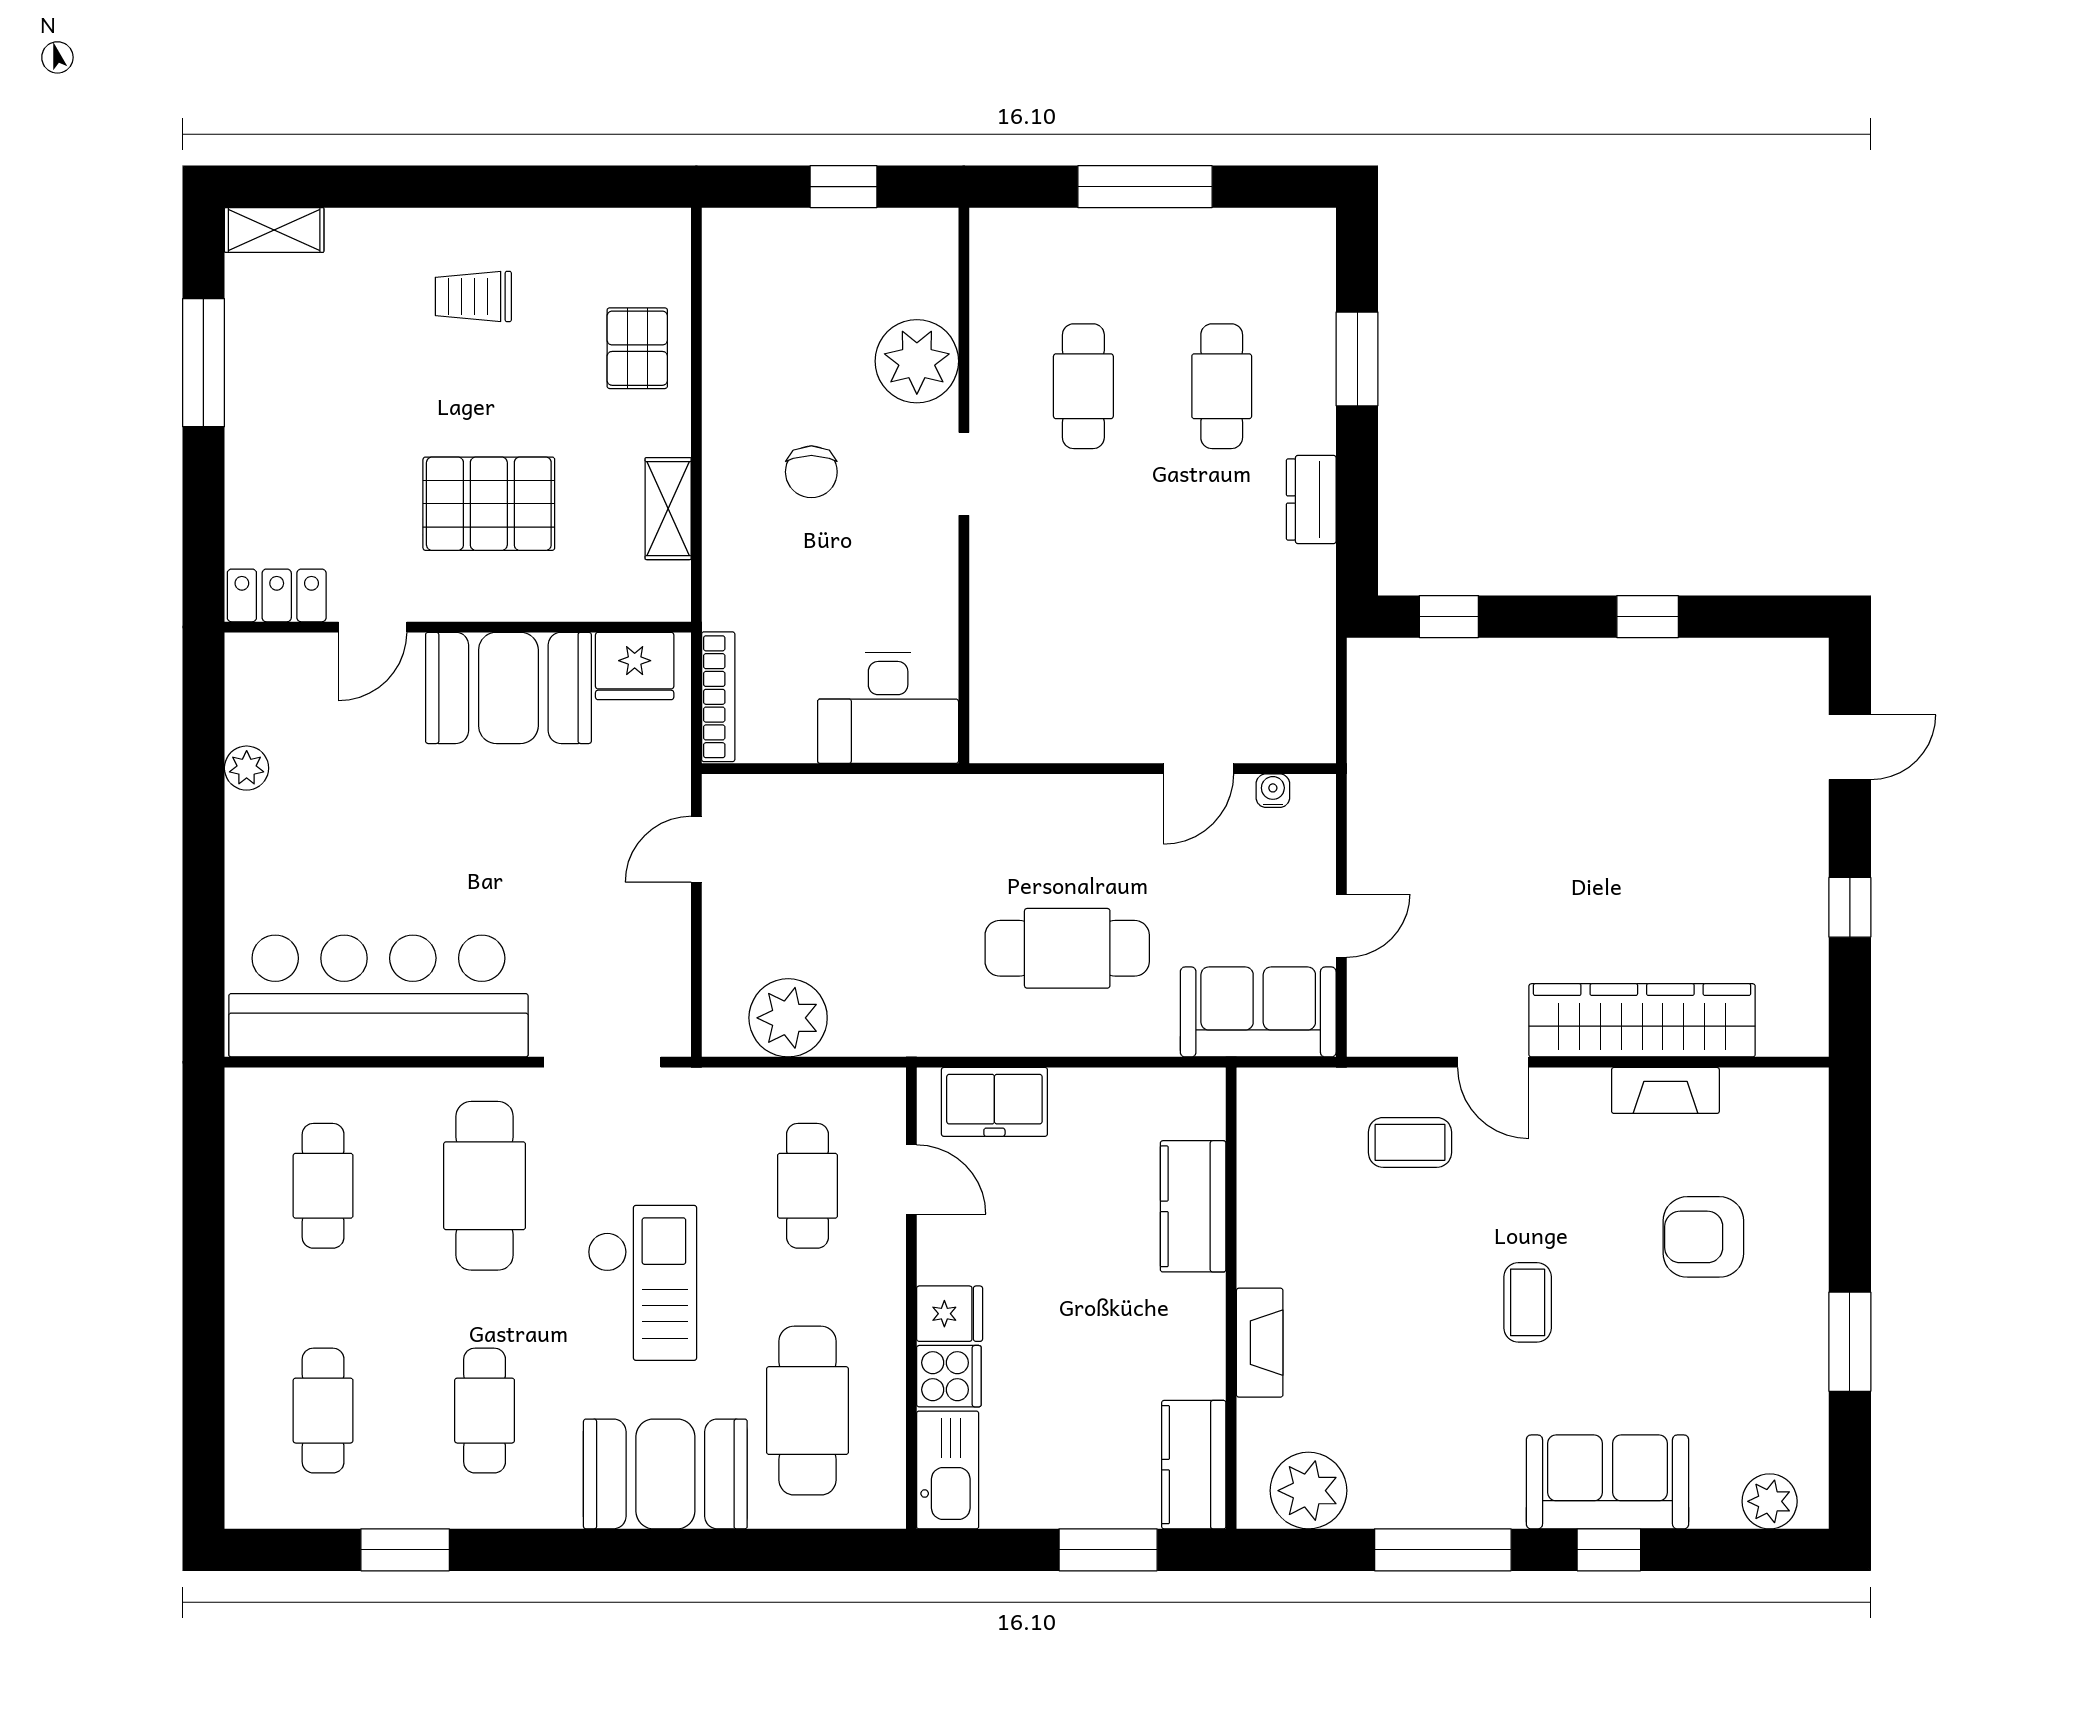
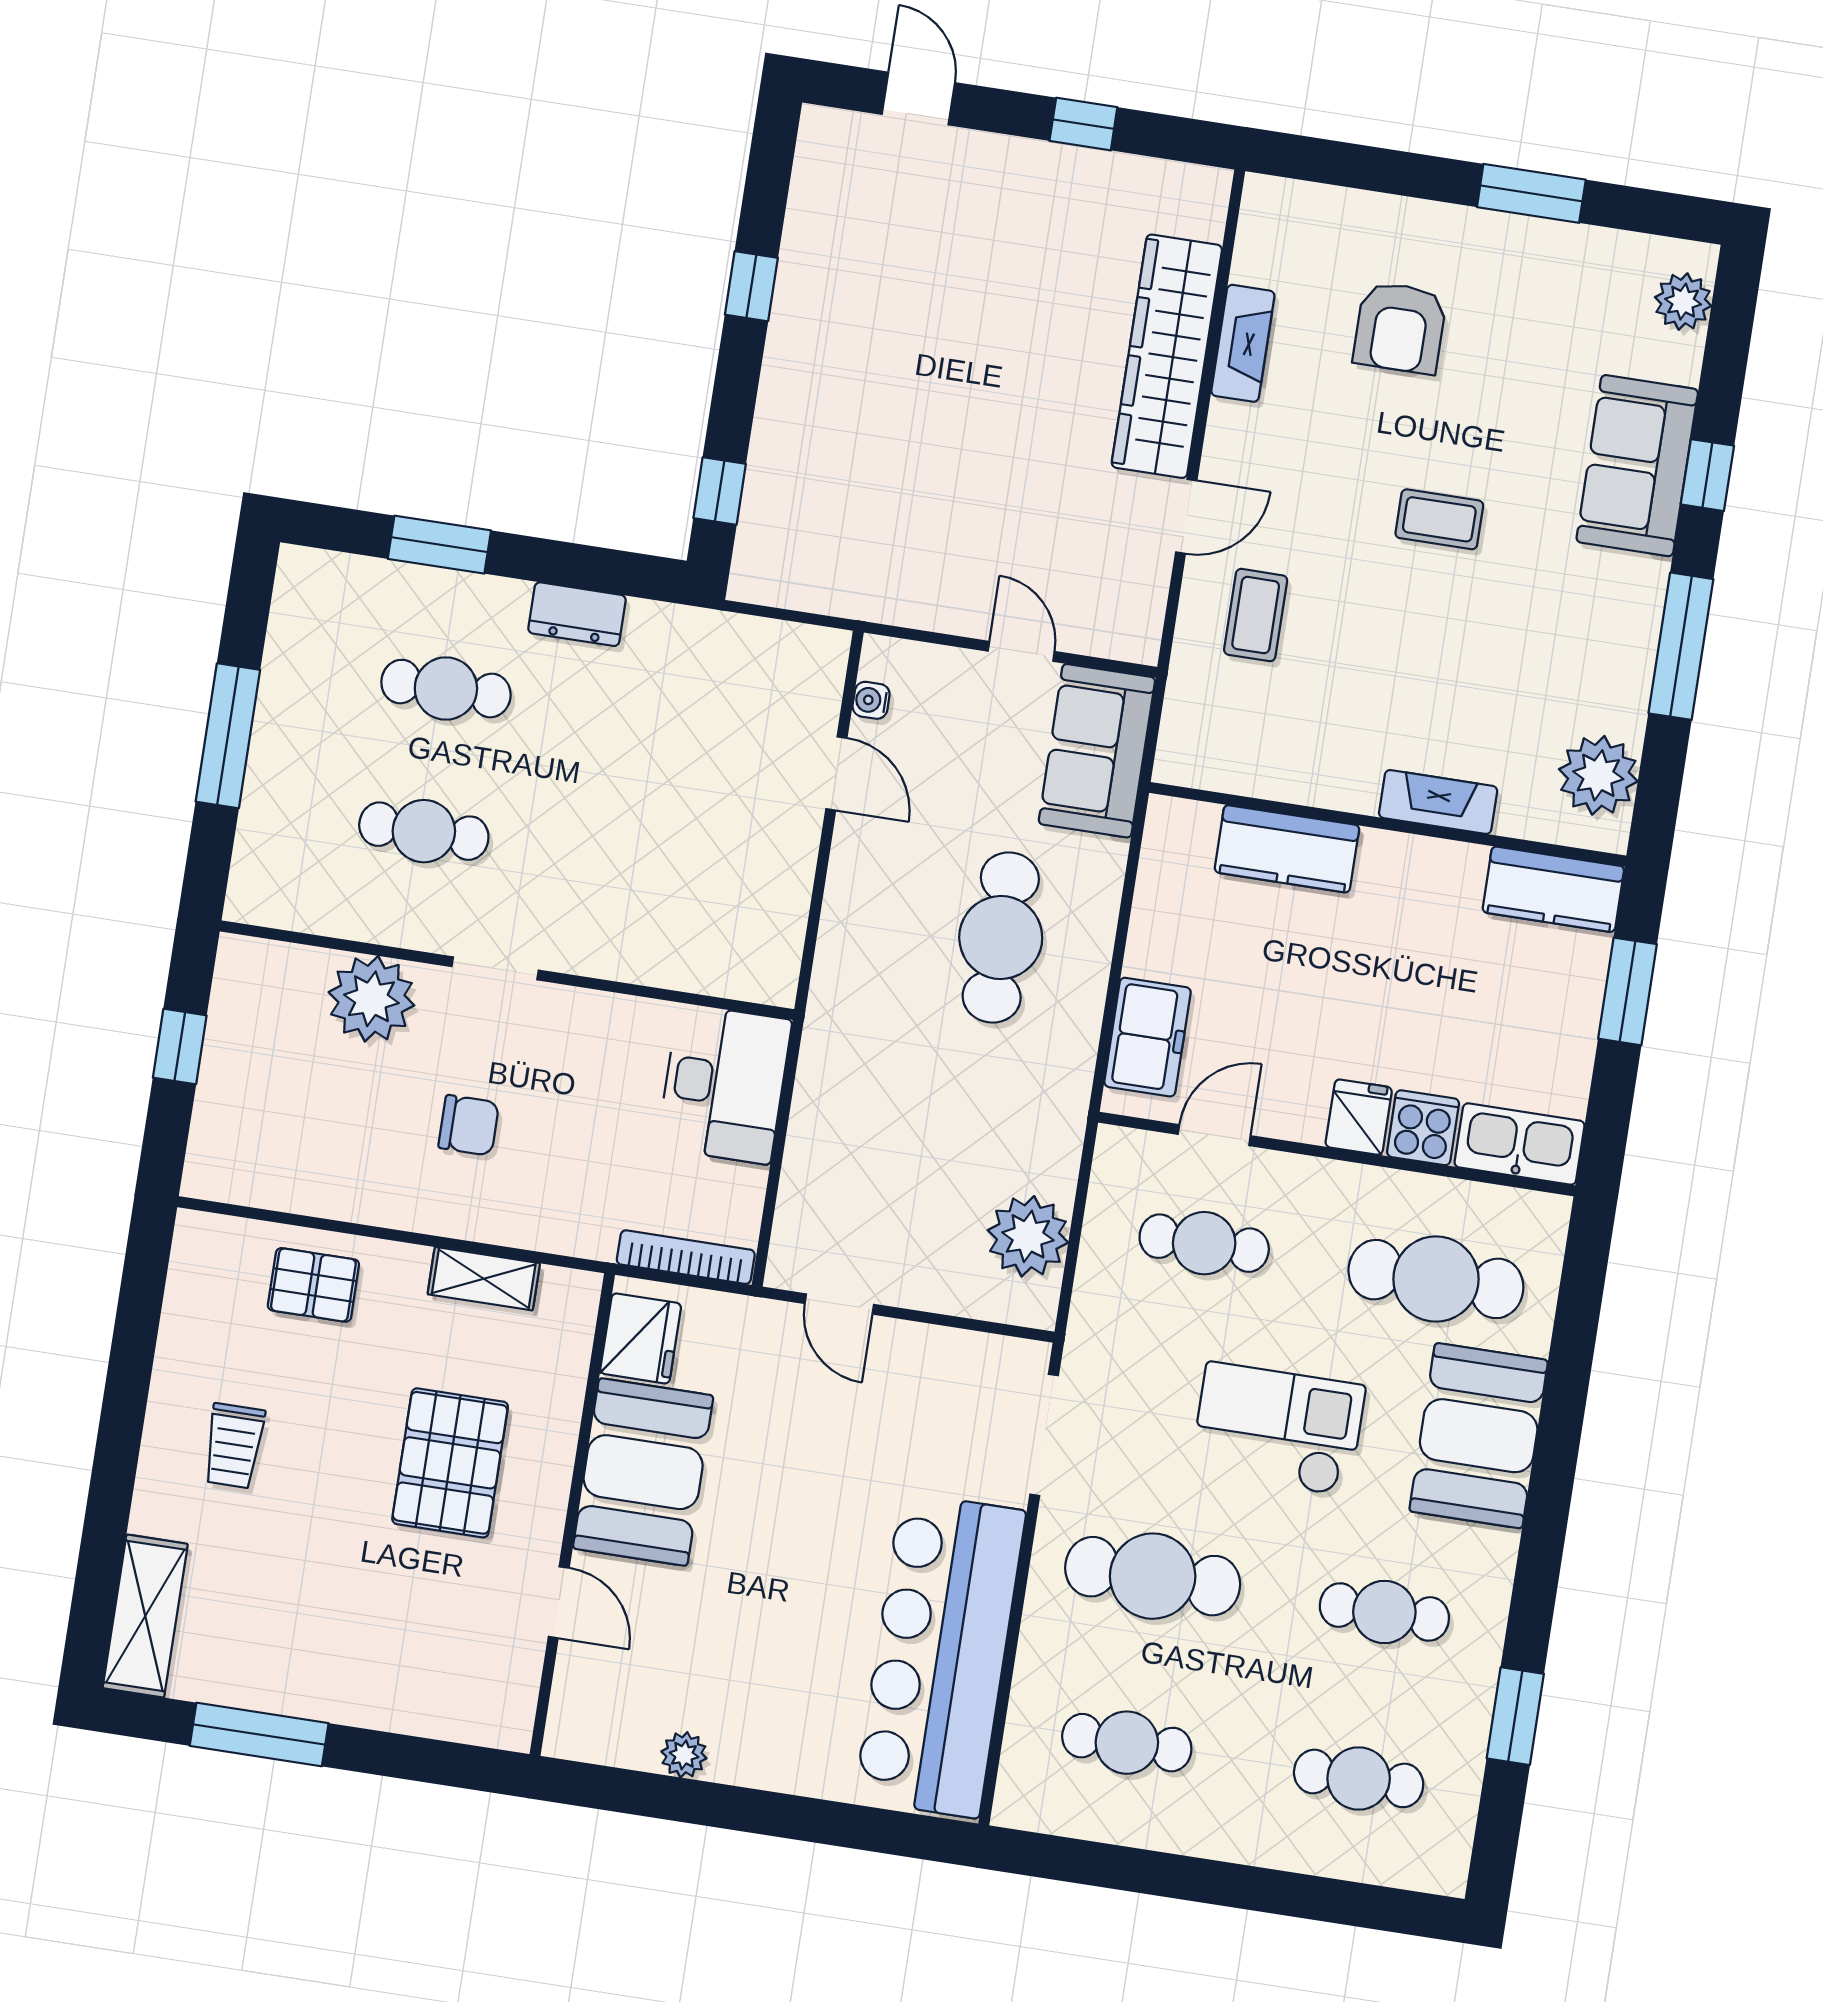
shelving: (274, 230) -> (145, 1616), width x1.50, depth x1.33
locker: (277, 595) -> (511, 1696), removed

